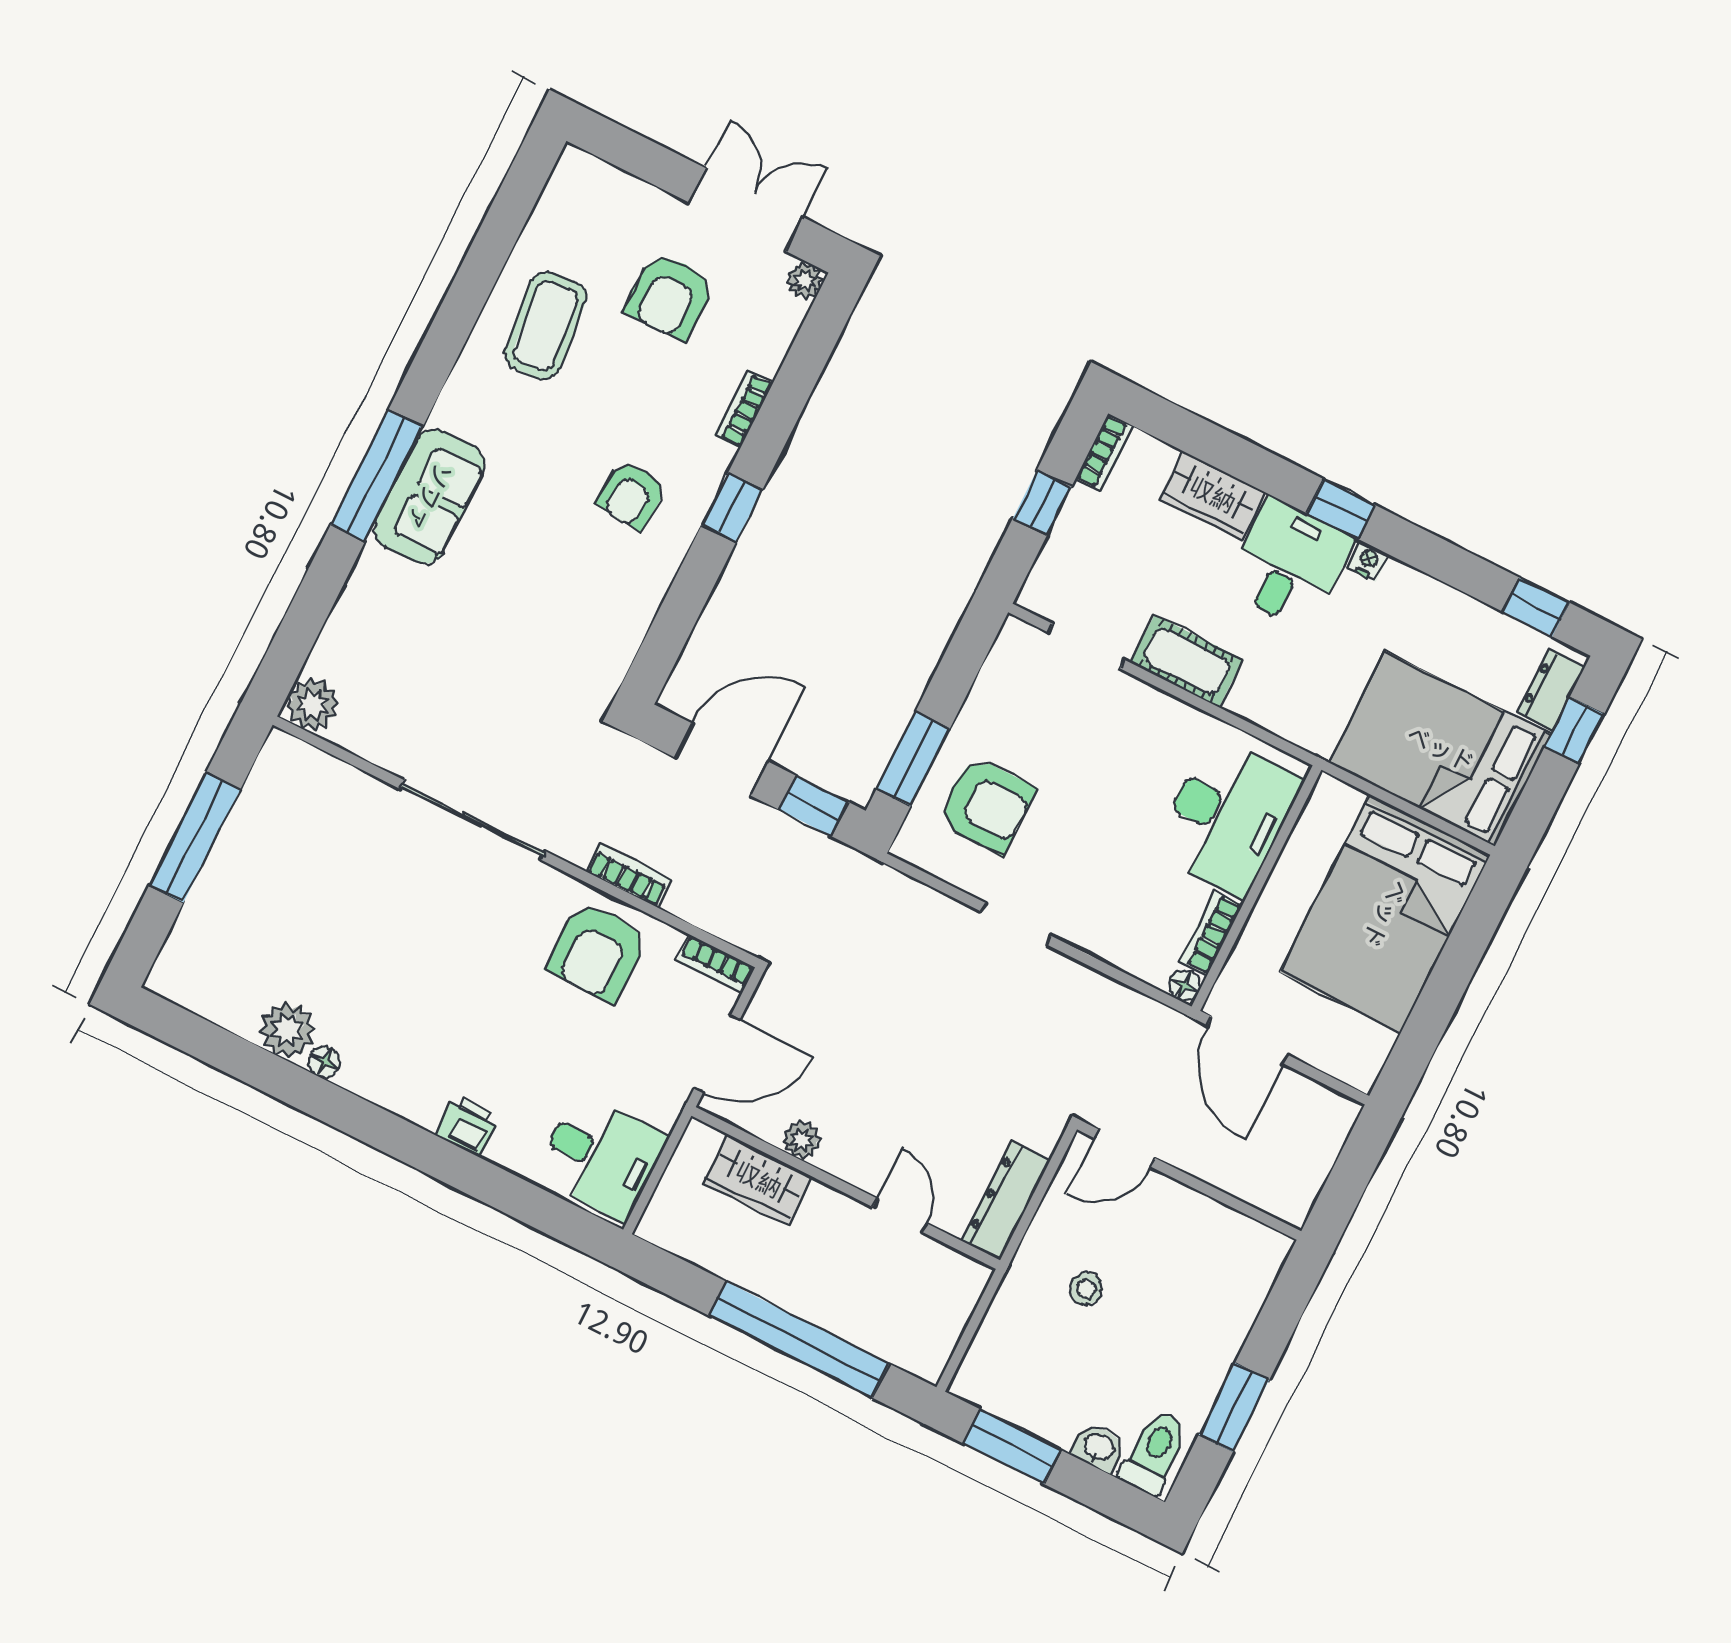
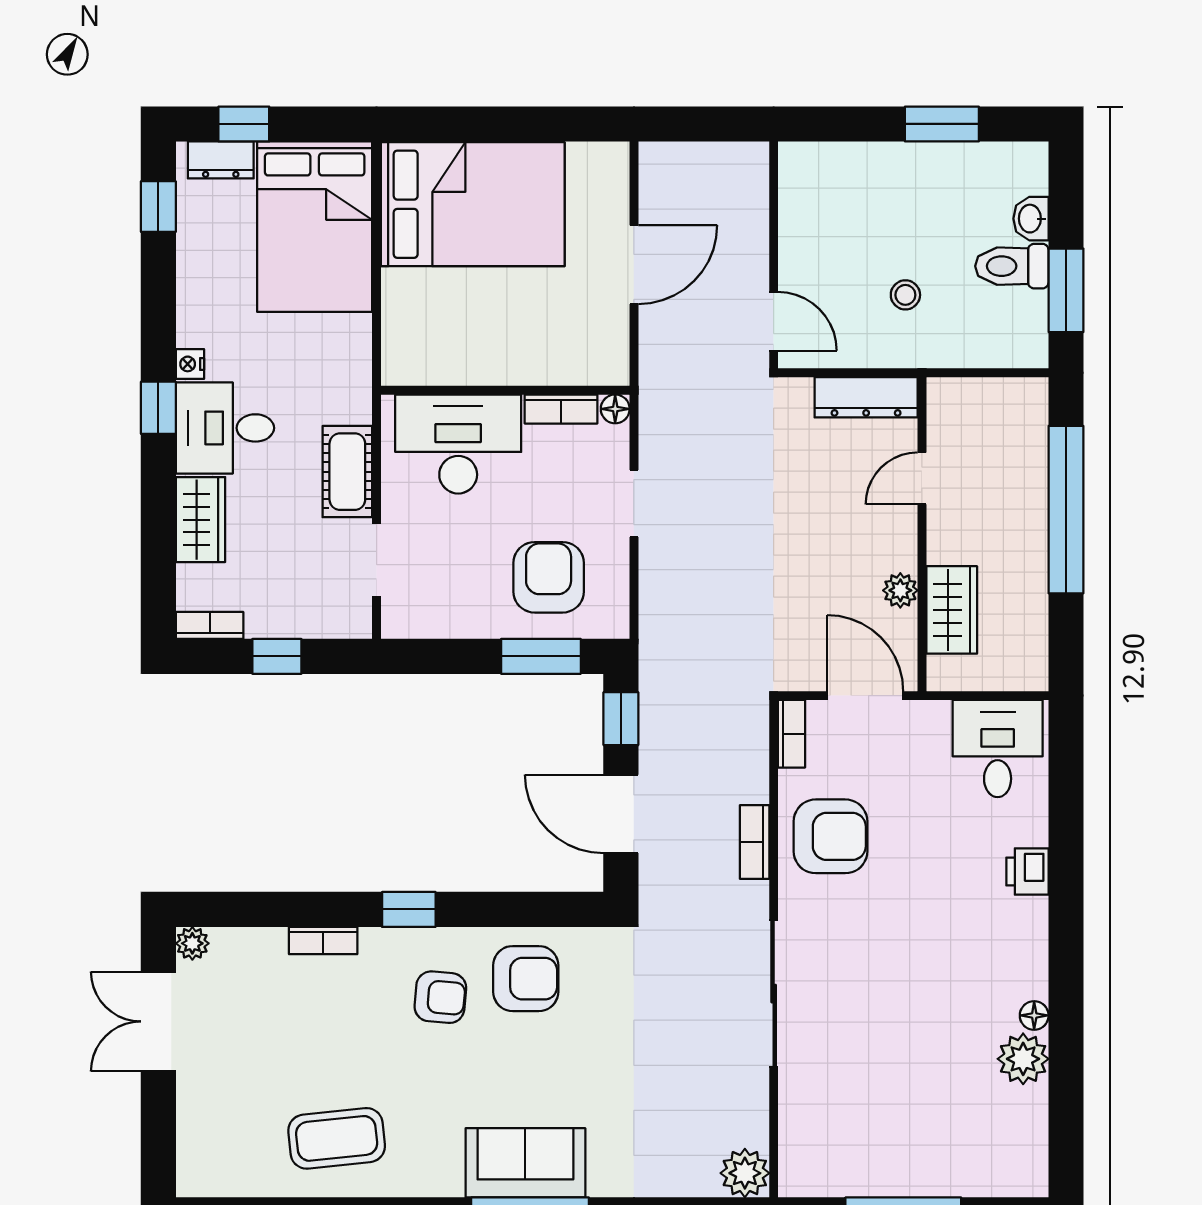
armchair: (670, 296) -> (526, 979), moved
desk: (1227, 816) -> (458, 444), moved
wall: (1256, 888) -> (505, 390), moved
bookcase: (1211, 933) -> (561, 409), moved
floor lamp: (1185, 986) -> (615, 409), moved
toilet: (1154, 1452) -> (1012, 266), moved

